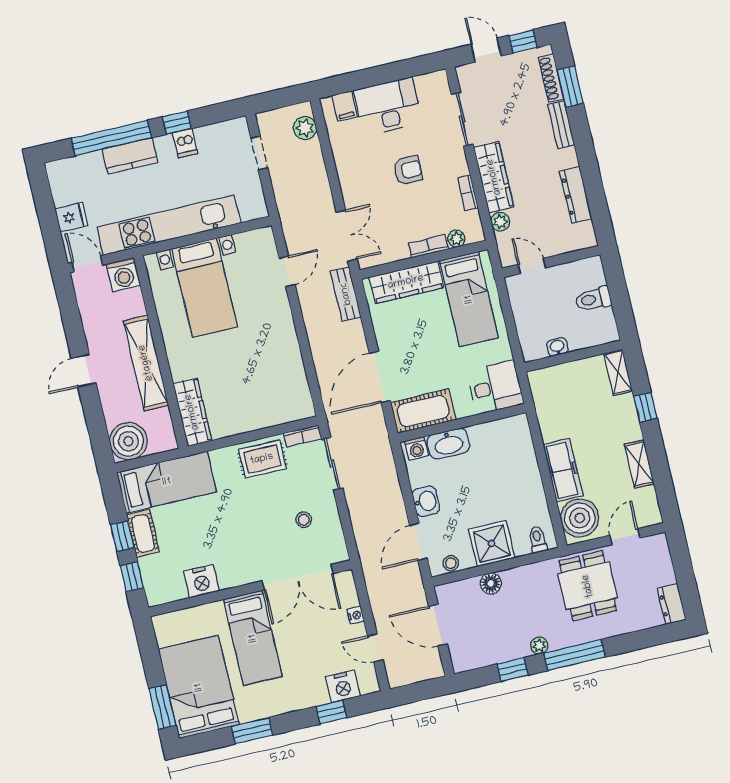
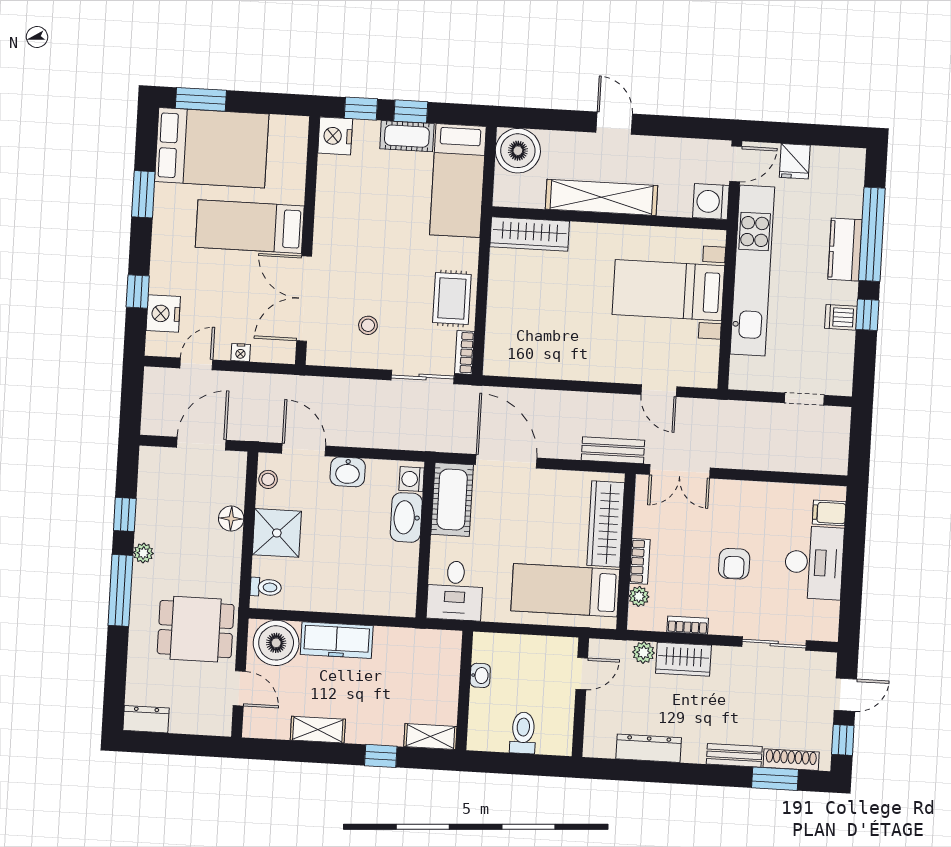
plant: (305, 128) -> (817, 460), removed
wardrobe: (494, 177) -> (683, 659), width x0.67
nightstand: (201, 581) -> (335, 136), moved

